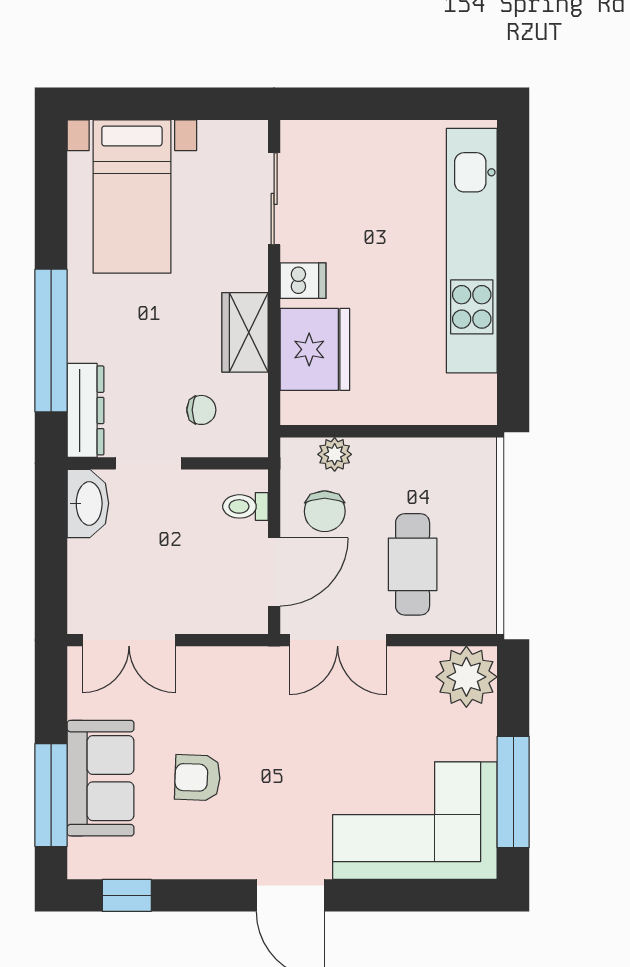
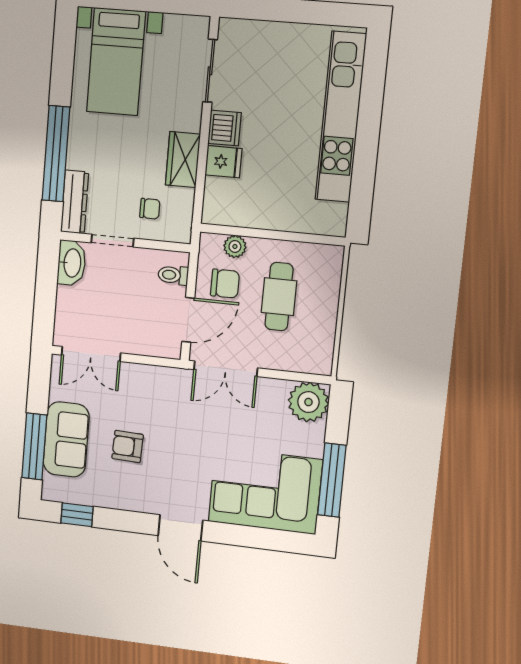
dishwasher: (303, 281) -> (225, 128), width x1.38
fridge: (315, 349) -> (223, 162), width x0.53, depth x0.75
chair: (325, 511) -> (225, 284), turned -90
cafe table: (413, 564) -> (279, 297), moved

